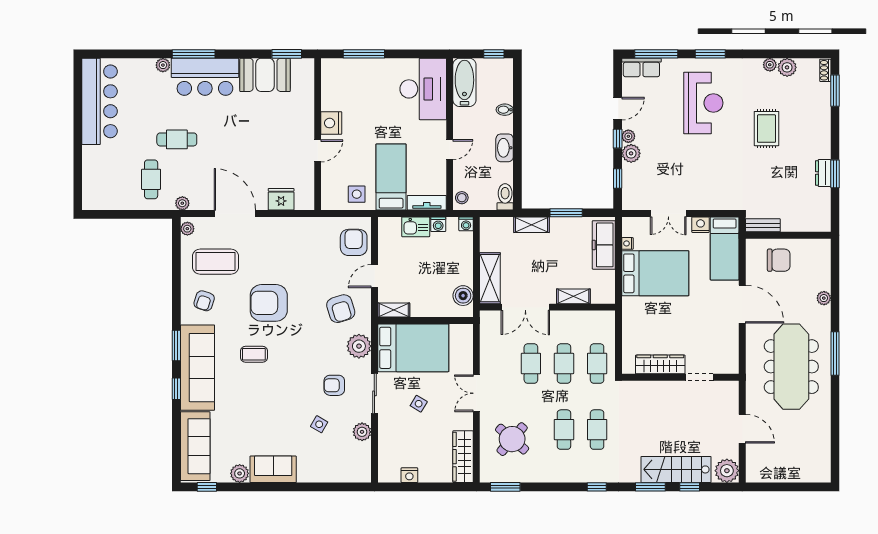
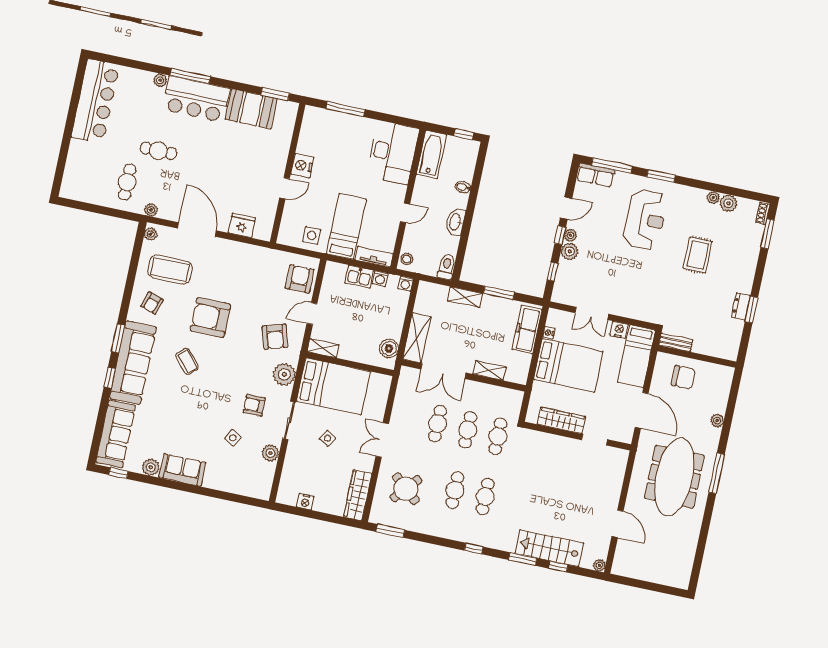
coffee table: (254, 354) -> (187, 361), turned 49
wardrobe: (660, 364) -> (561, 420), moved
wall: (680, 377) -> (577, 436), moved
doorway: (699, 377) -> (595, 440), moved
plant: (727, 471) -> (599, 565), width x0.53, depth x0.53

